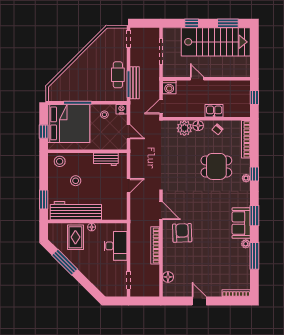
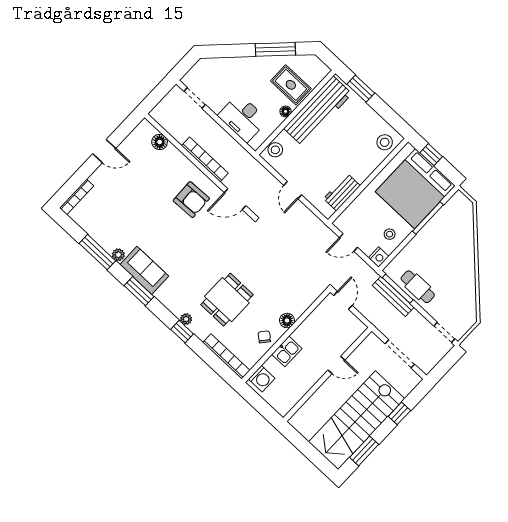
washing machine: (169, 87) -> (262, 379), moved, turned 180
window: (254, 97) -> (261, 406), removed
plant: (184, 128) -> (298, 304), removed
stool: (76, 181) -> (275, 150), moved

